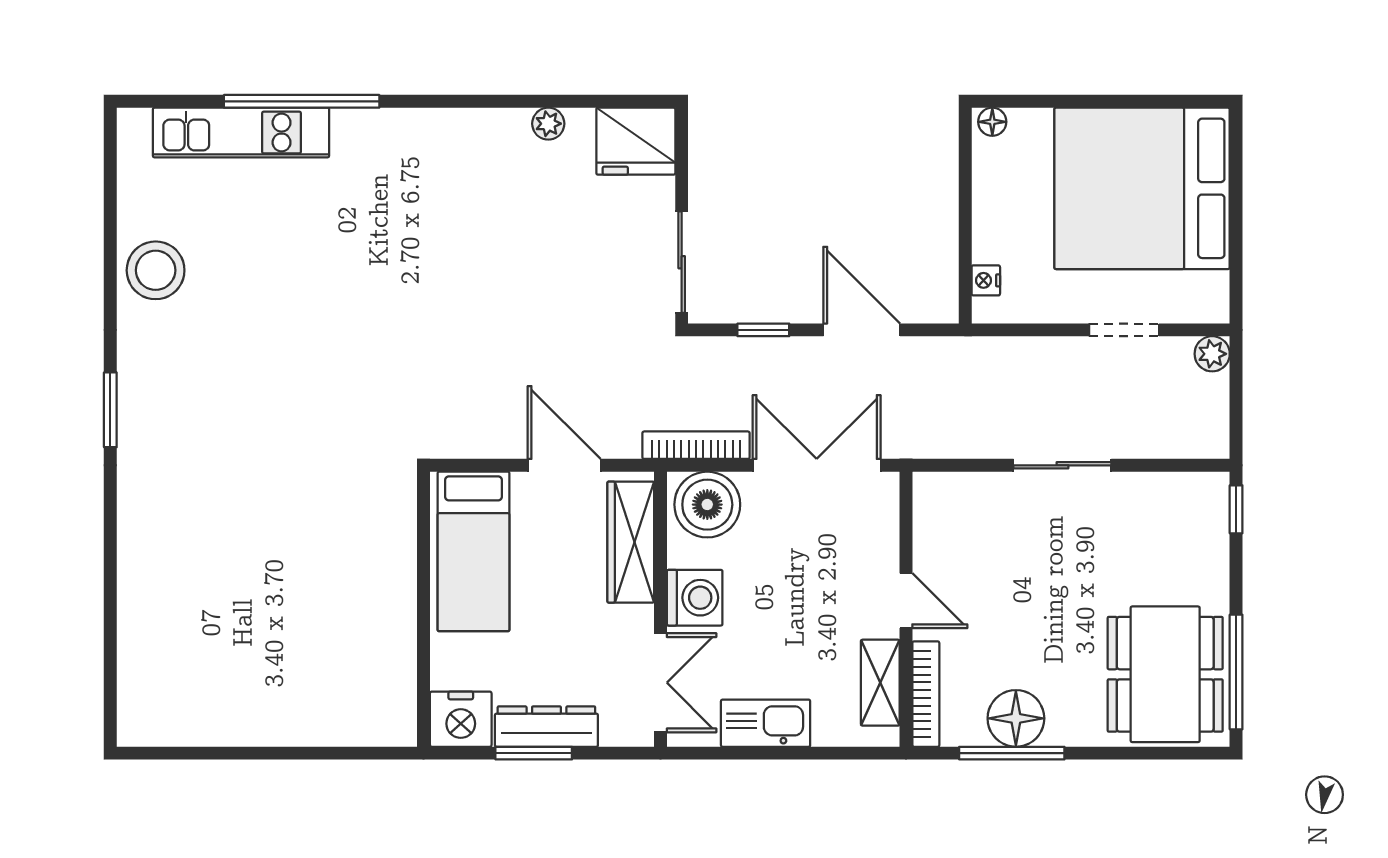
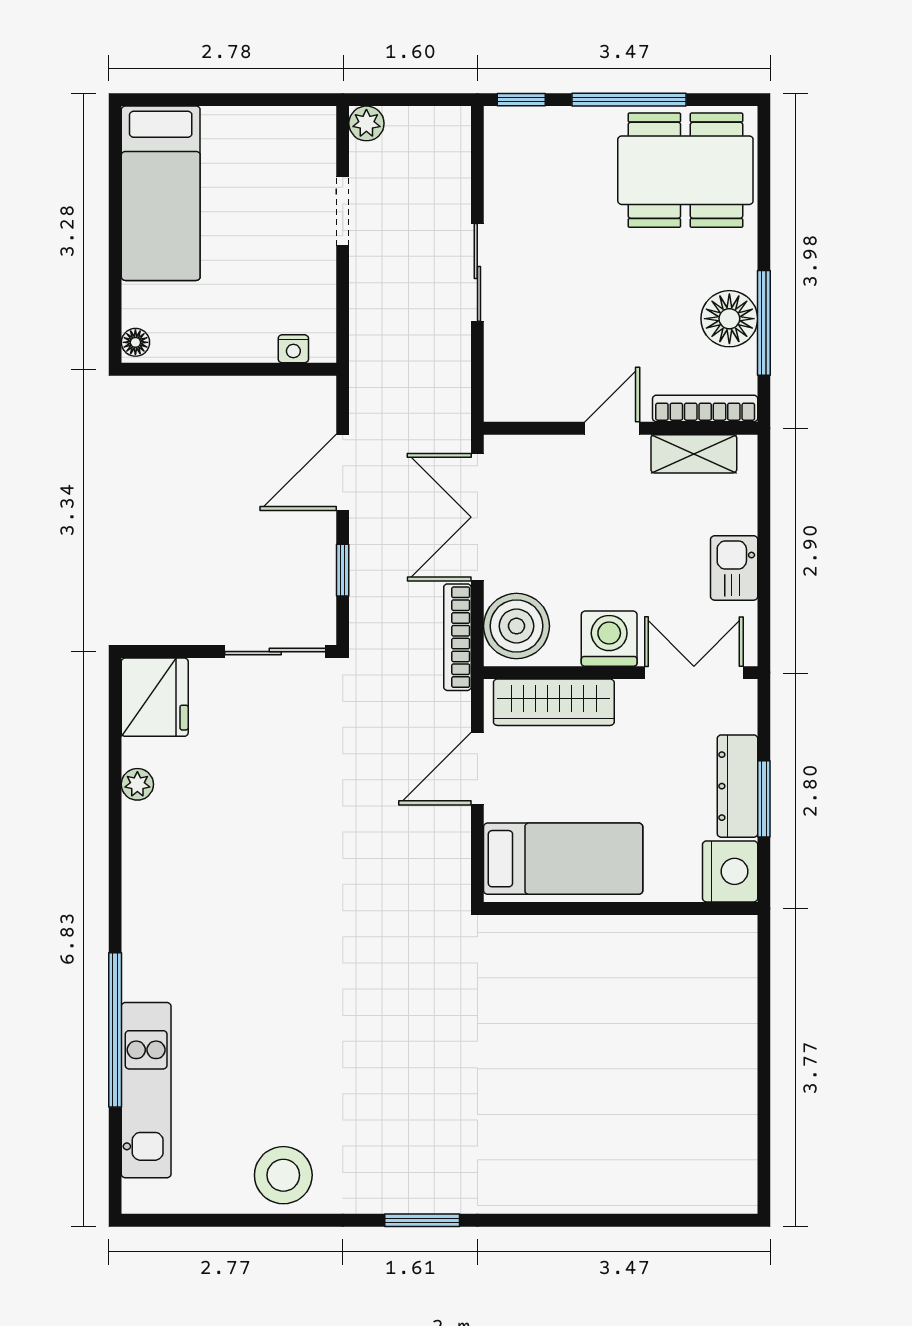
bed: (1142, 188) -> (161, 193), width x0.49
window: (1236, 672) -> (629, 100), moved
kitchen sink: (766, 723) -> (734, 568), width x0.73

